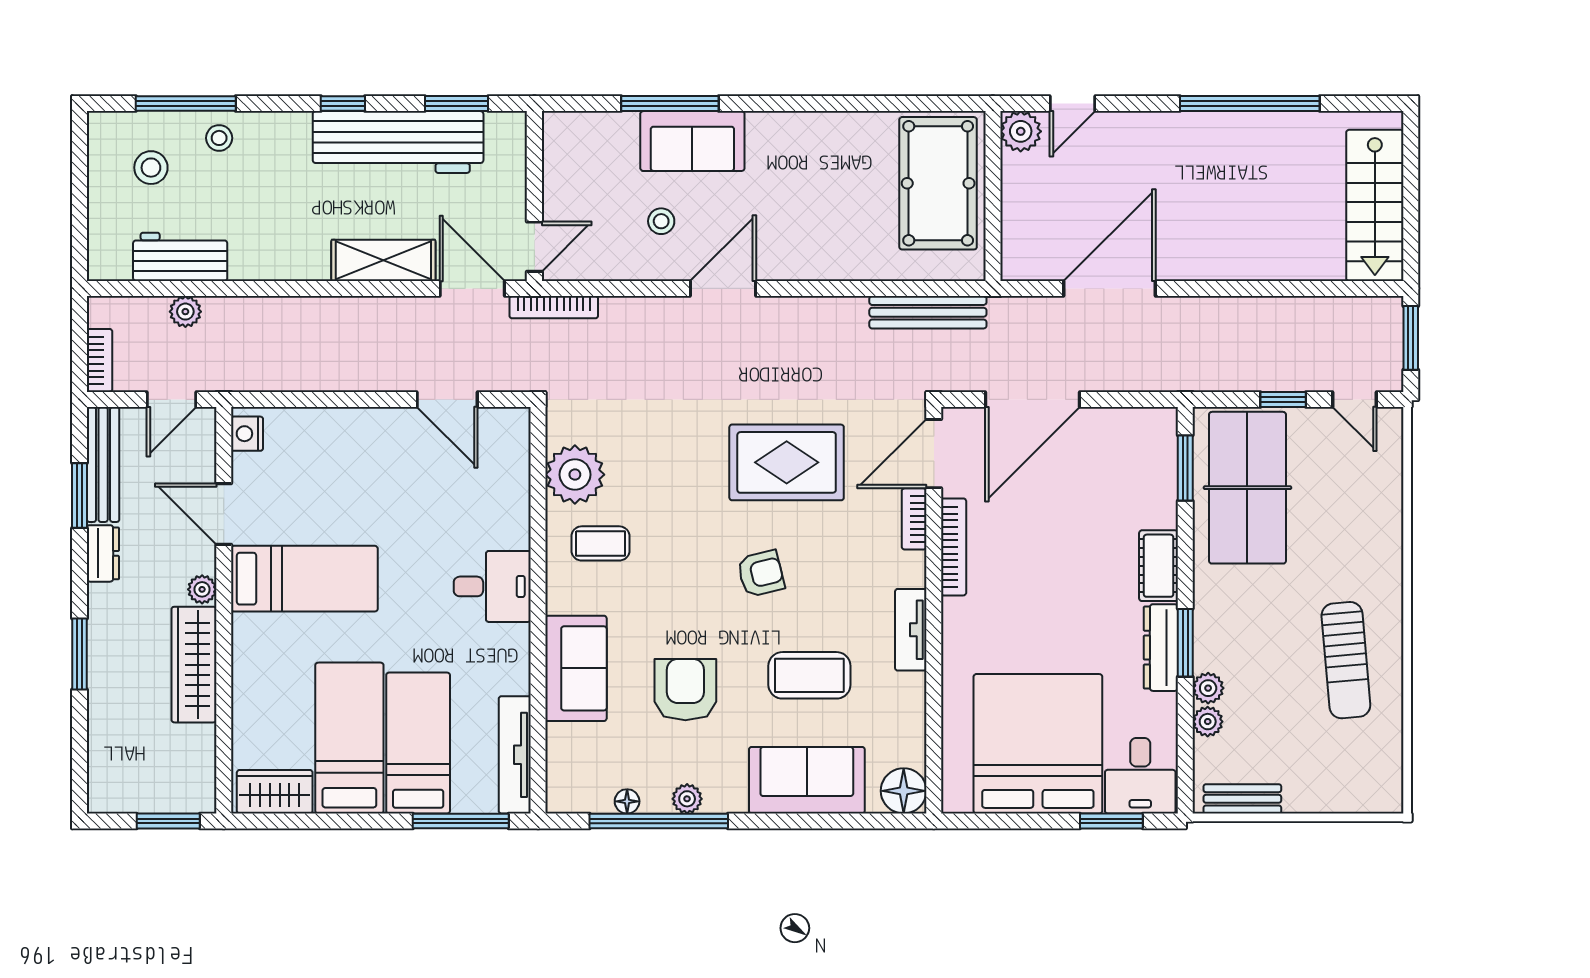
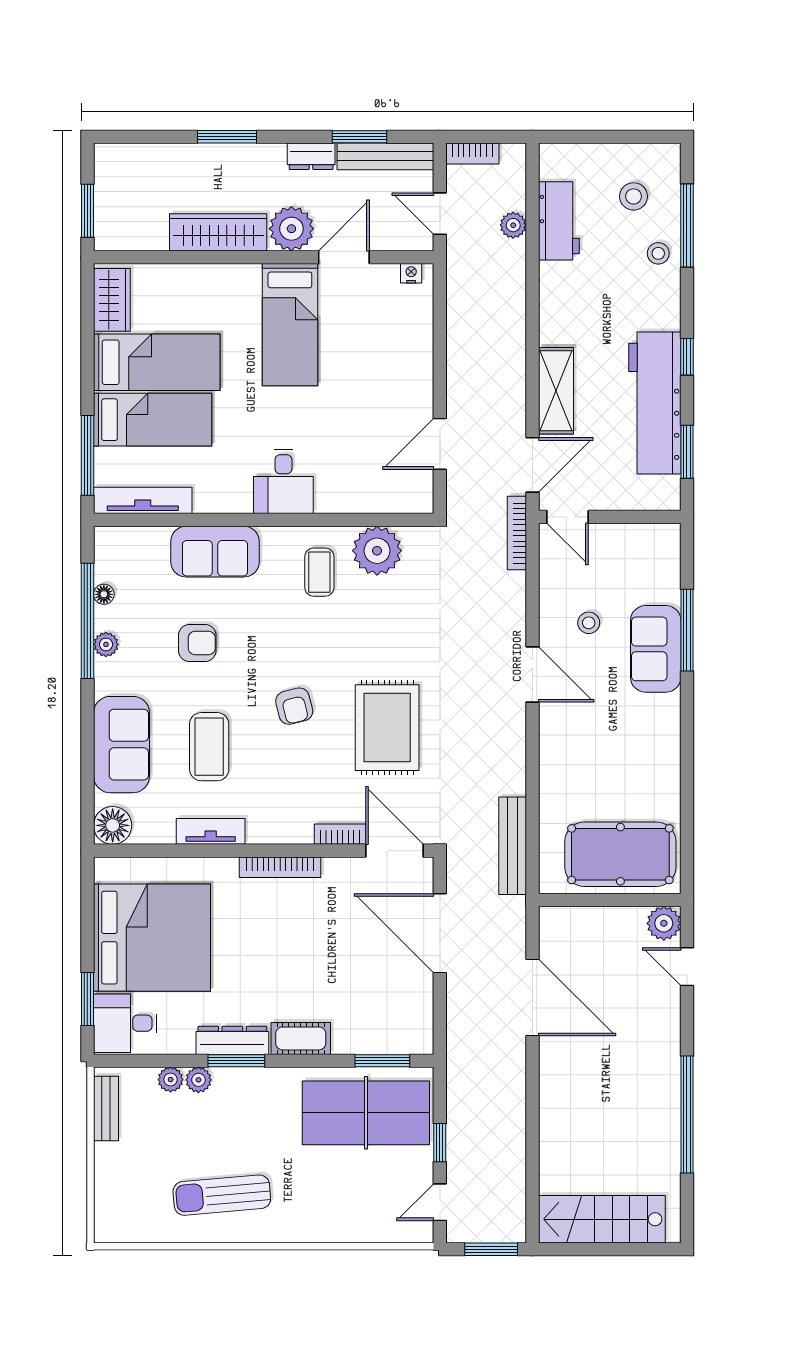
nightstand: (247, 434) -> (411, 273), width x0.72, depth x0.74
bookcase: (954, 547) -> (280, 867), moved
plant: (202, 589) -> (291, 229), width x1.88, depth x1.88
tv unit: (911, 630) -> (211, 831), moved
armchair: (685, 690) -> (197, 643), width x0.72, depth x0.72

